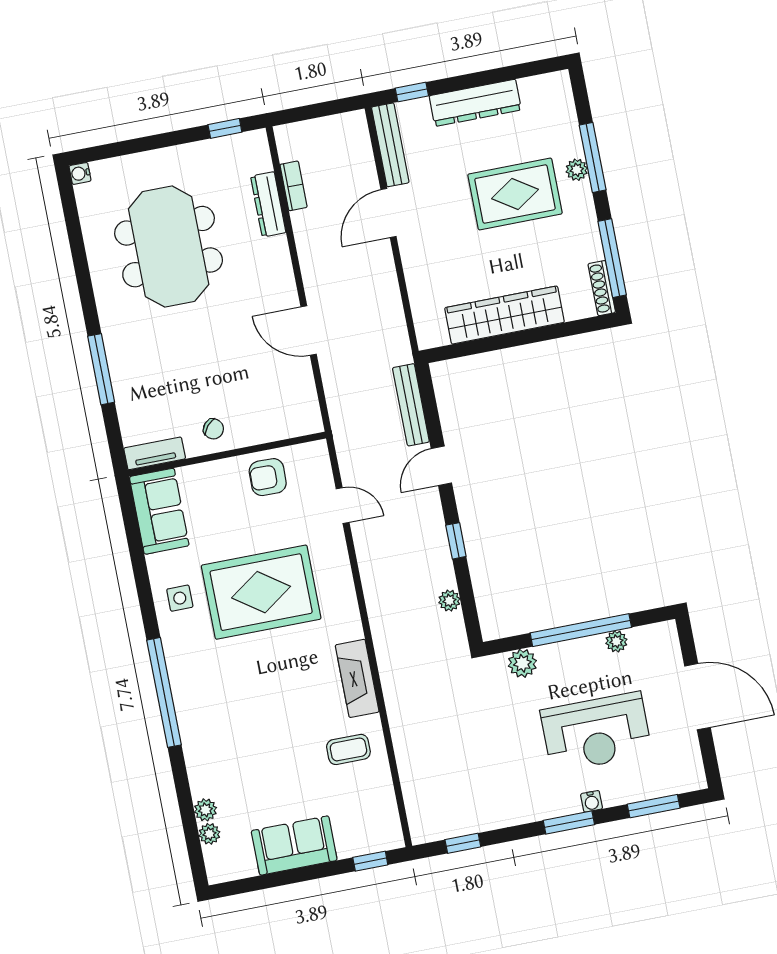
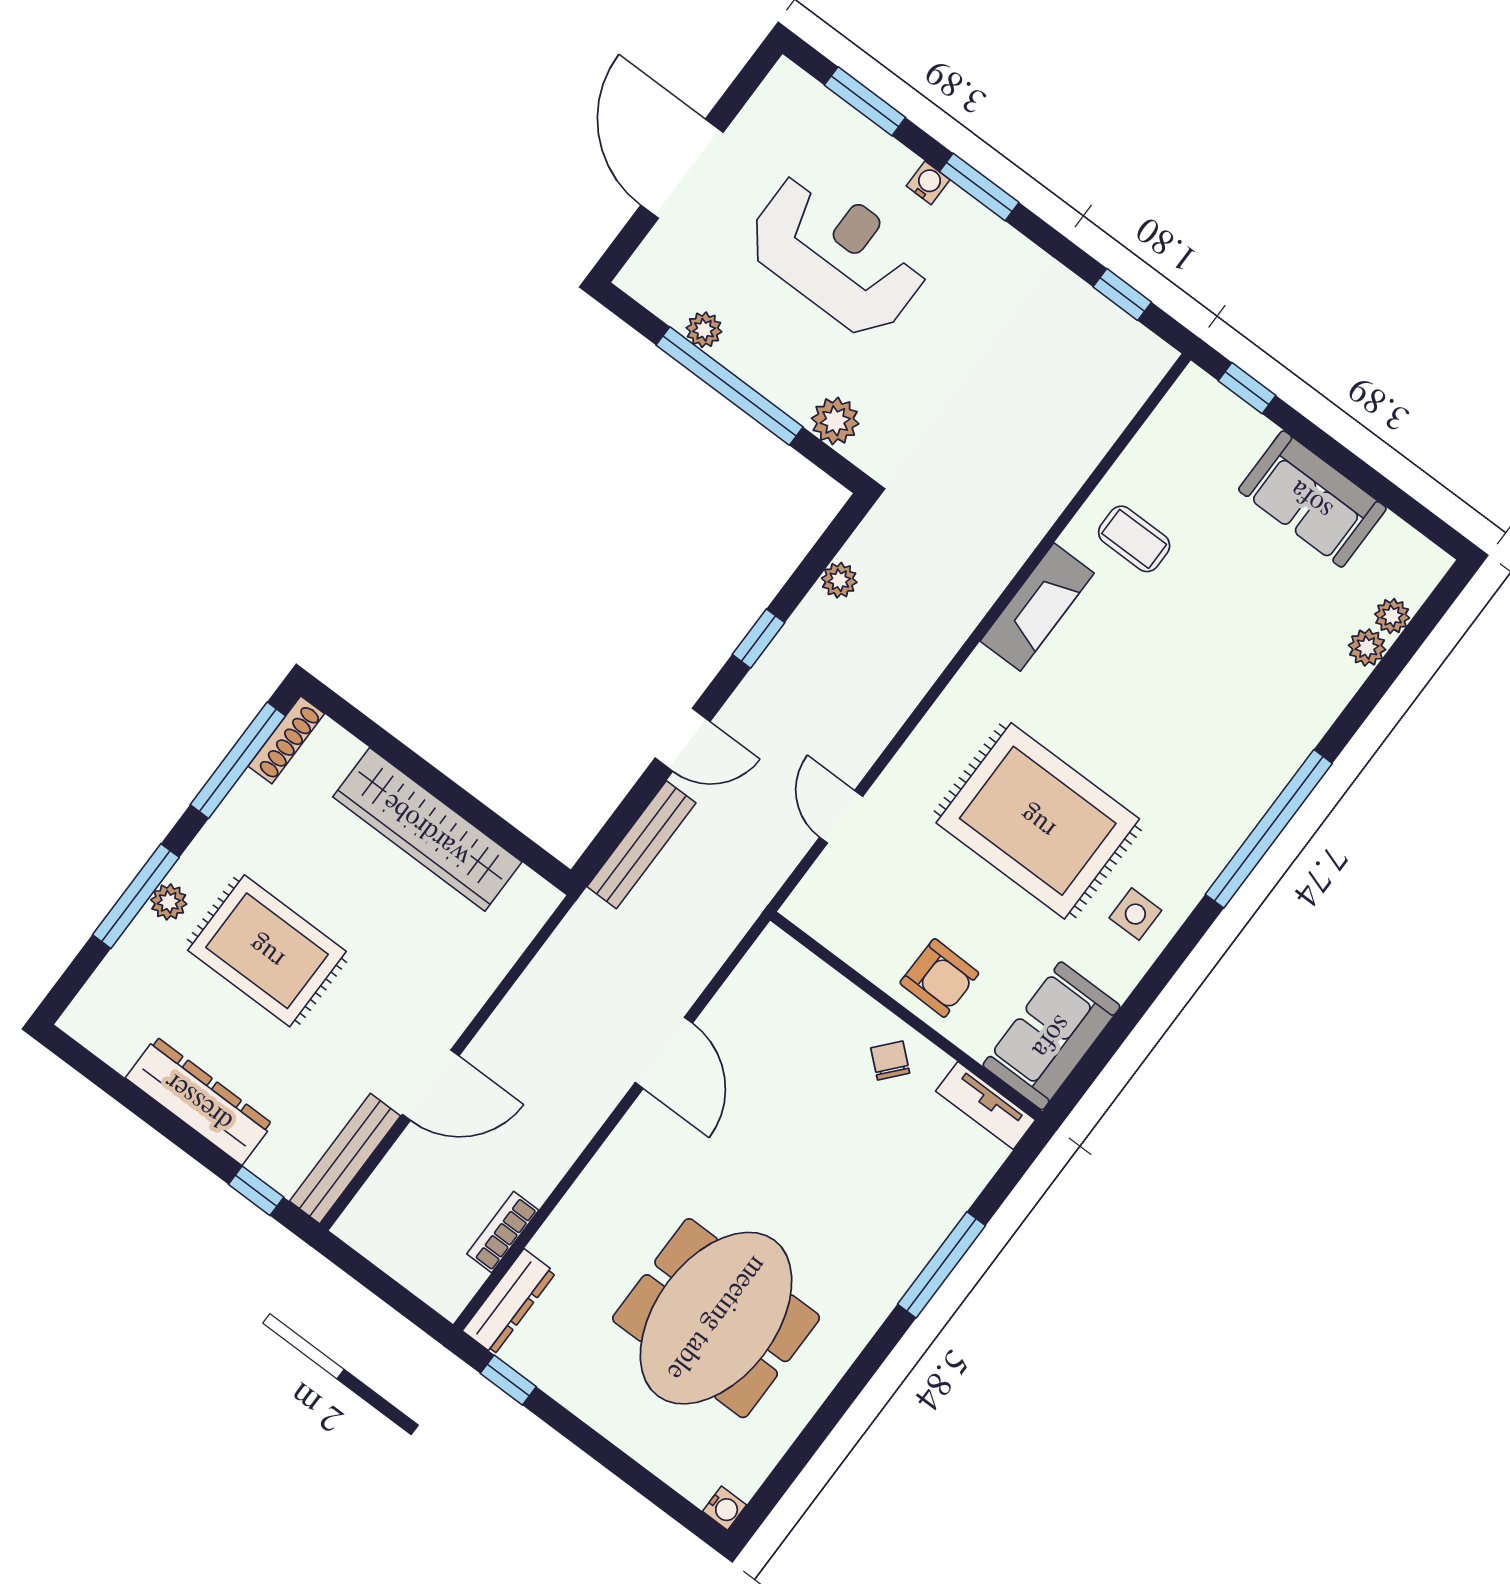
dresser: (268, 204) -> (509, 1302), moved
armchair: (268, 477) -> (939, 978), moved

